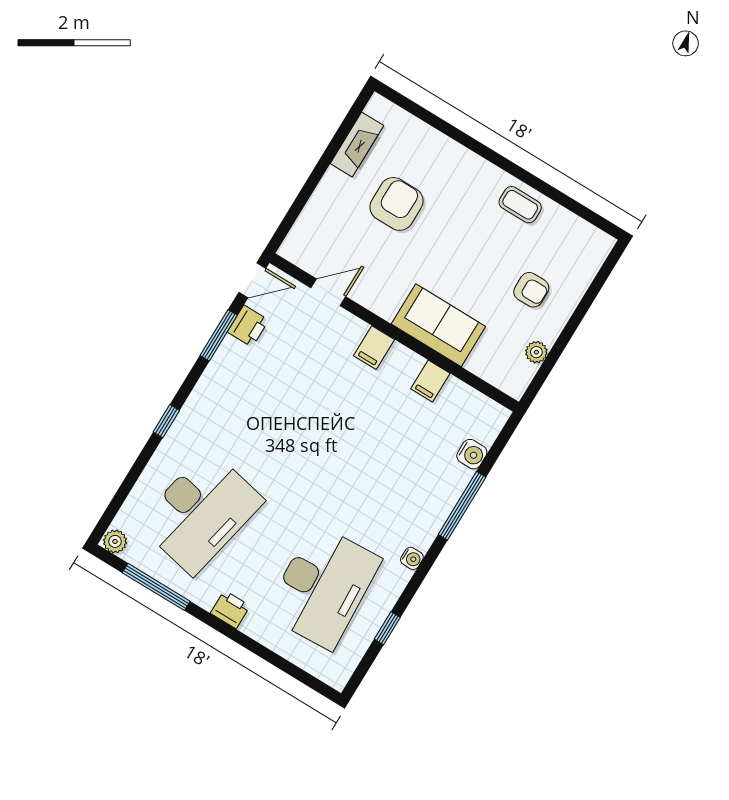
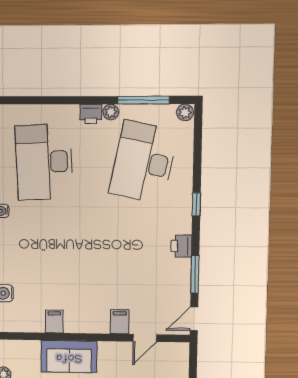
printer: (248, 326) -> (181, 246), moved
filing cabinet: (374, 348) -> (120, 322), moved
plant: (205, 597) -> (111, 112), added

